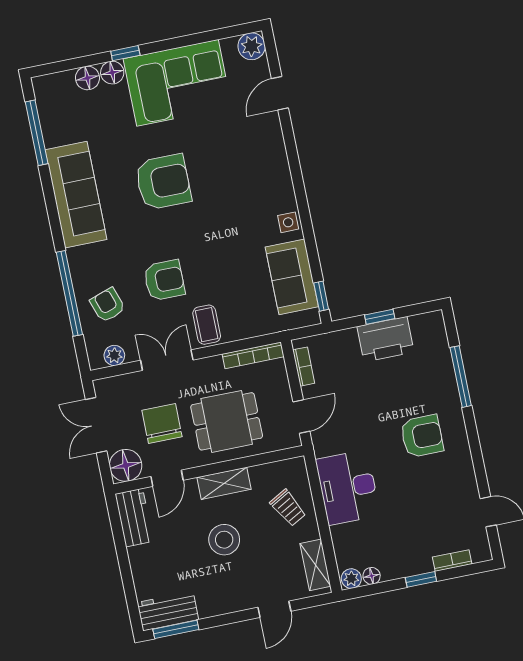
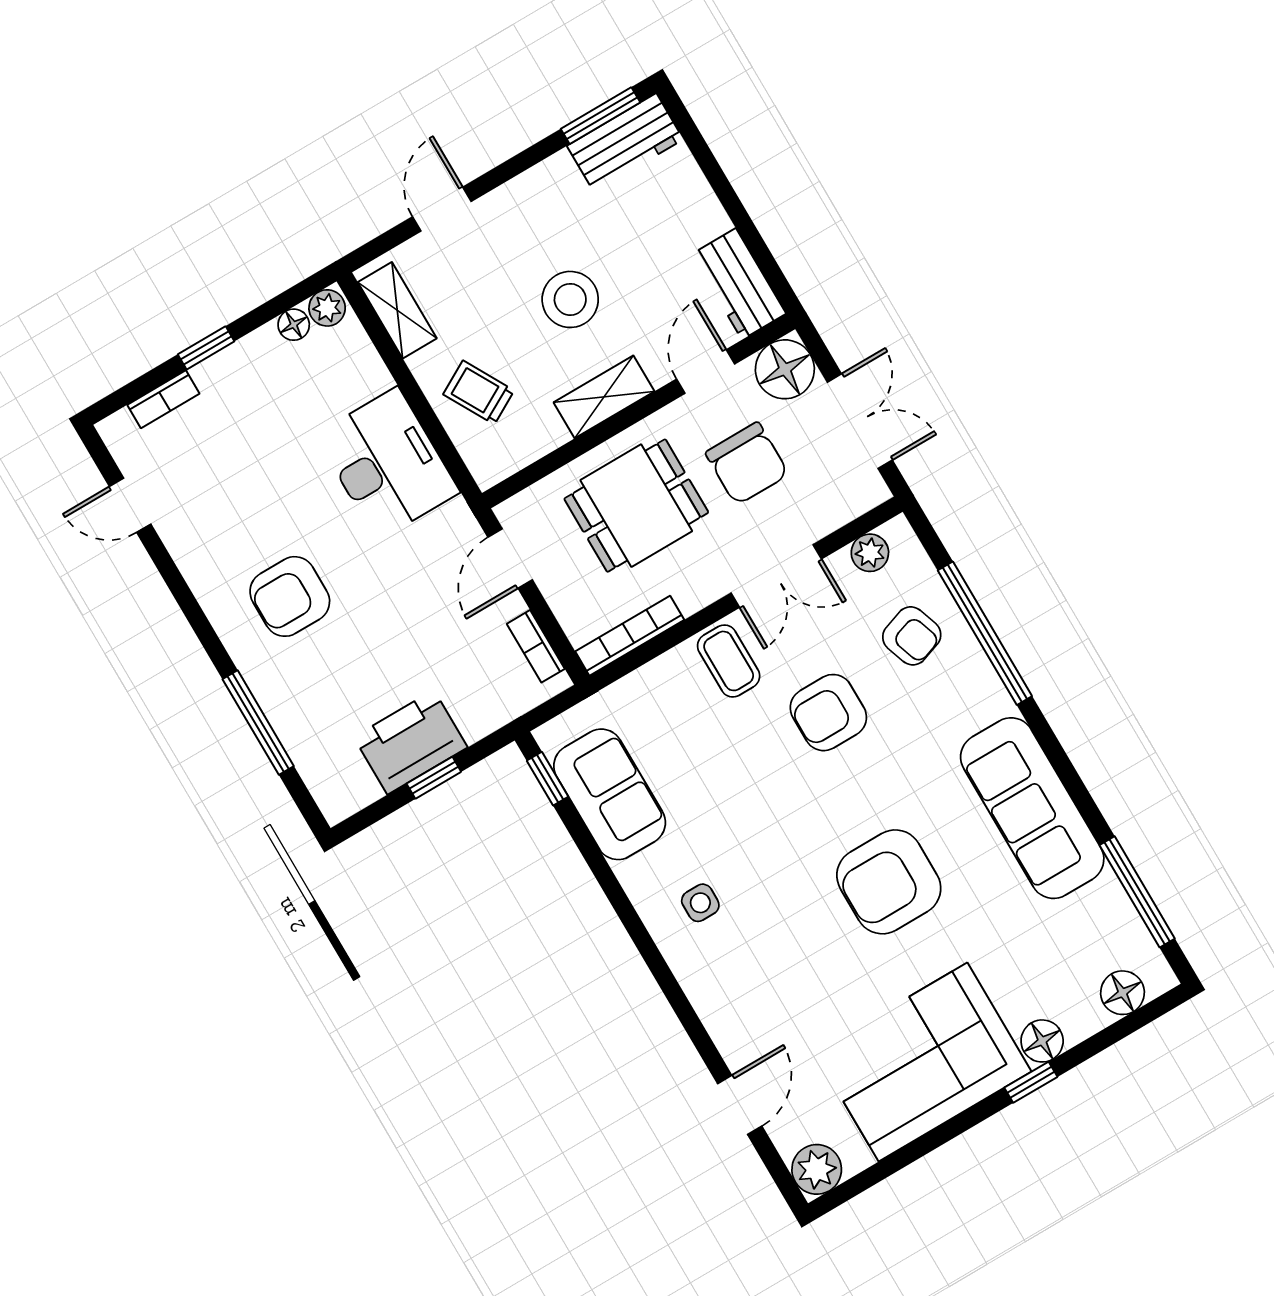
floor lamp: (87, 78) -> (1122, 993), moved
side table: (288, 222) -> (700, 903), moved

